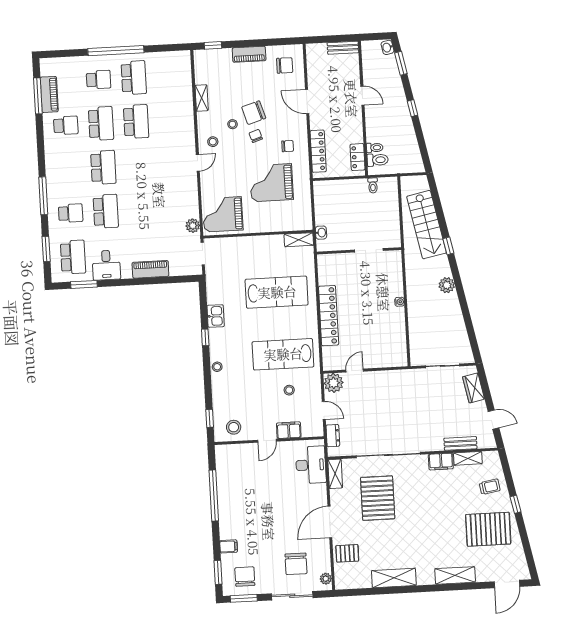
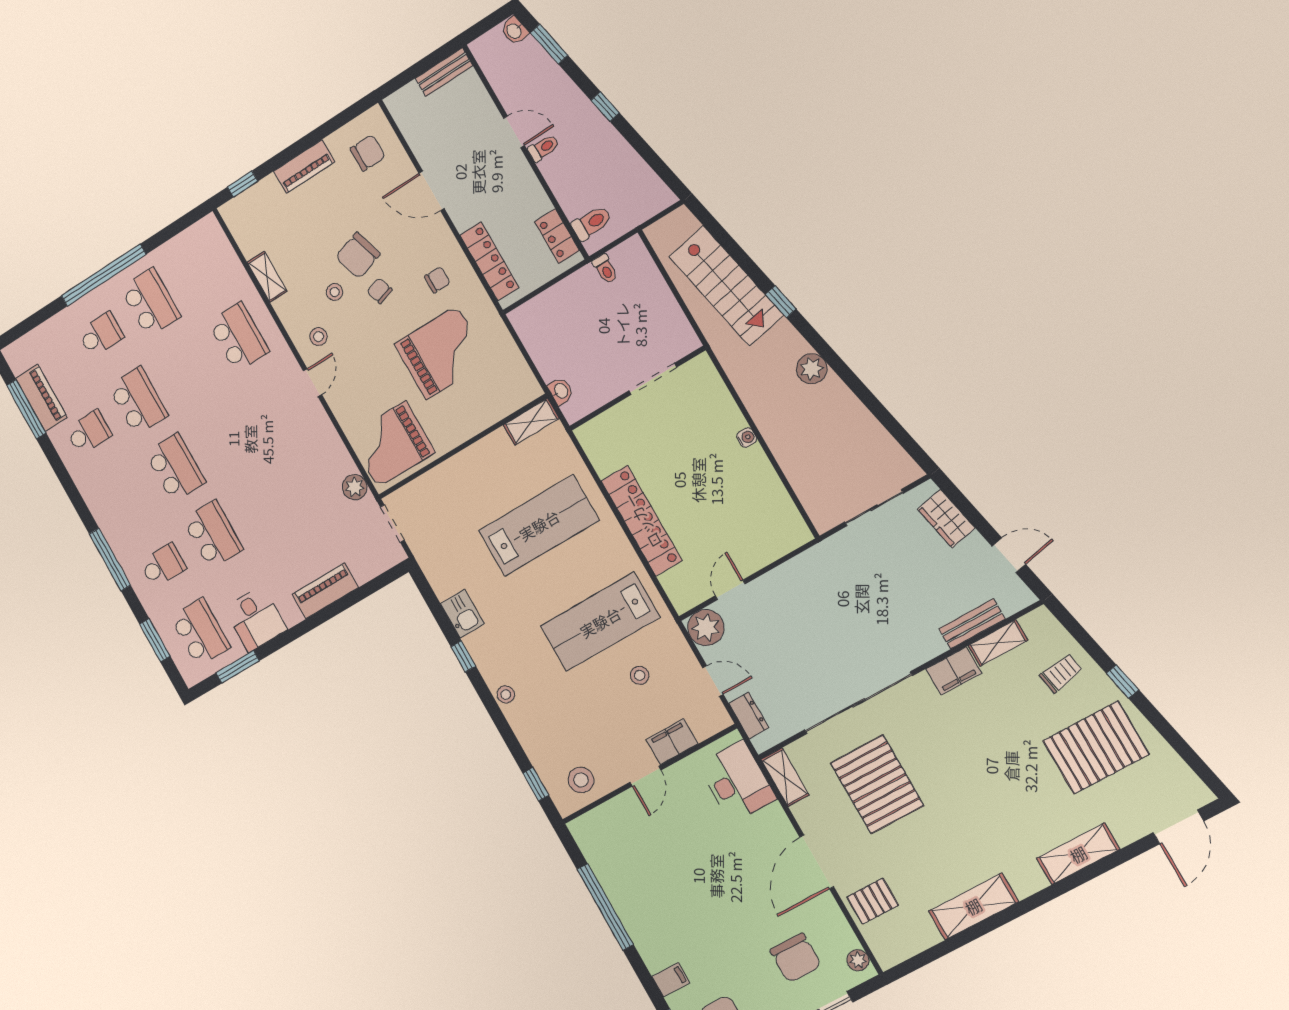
school desk: (136, 122) -> (239, 337), moved
toilet: (375, 148) -> (543, 148), moved
grand piano: (271, 183) -> (442, 353), turned 180

